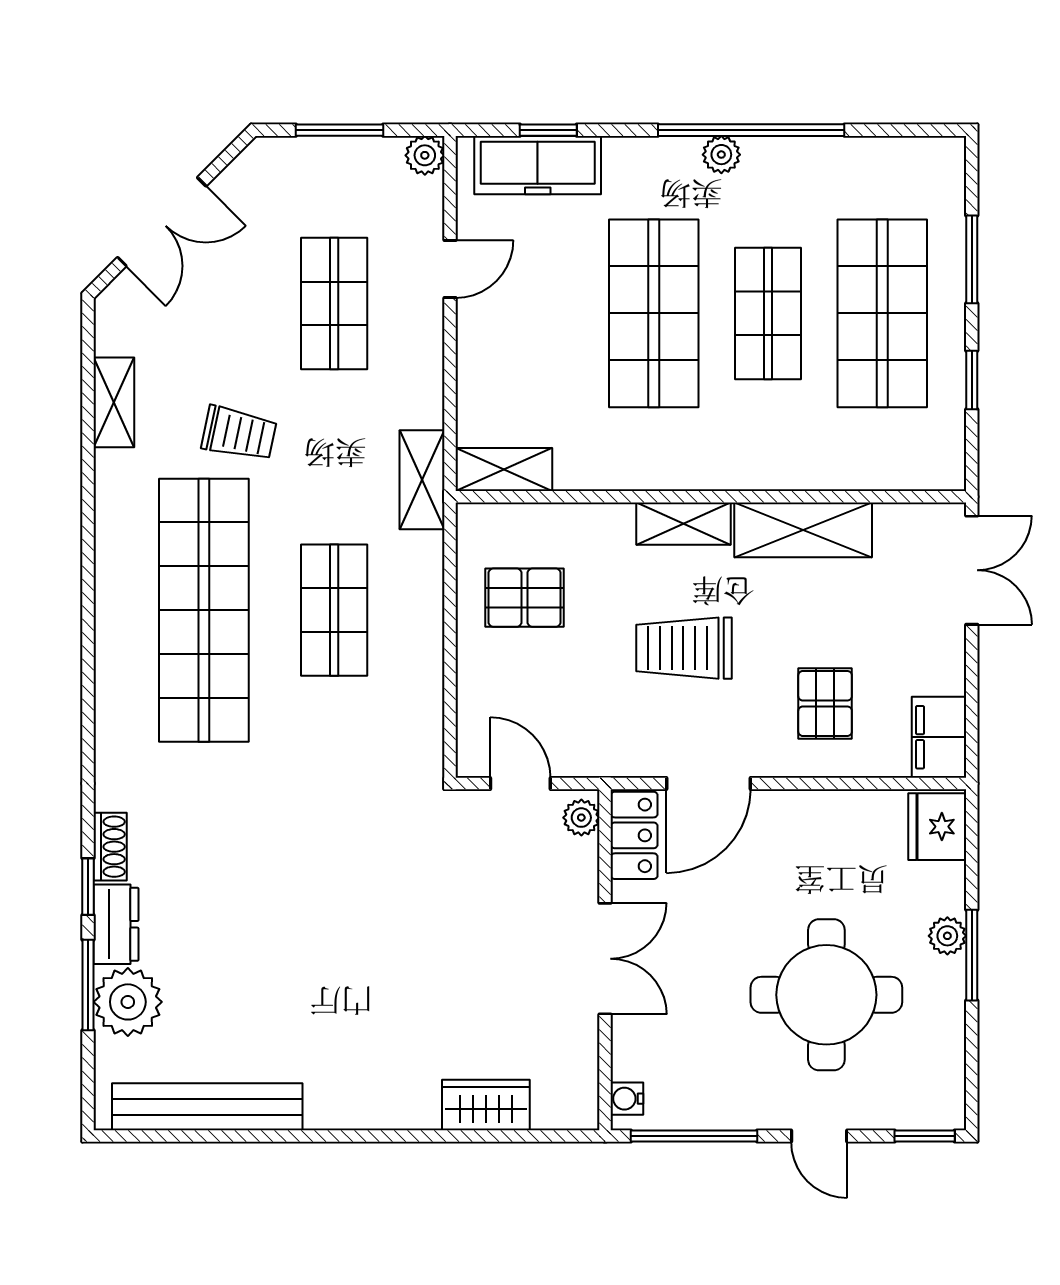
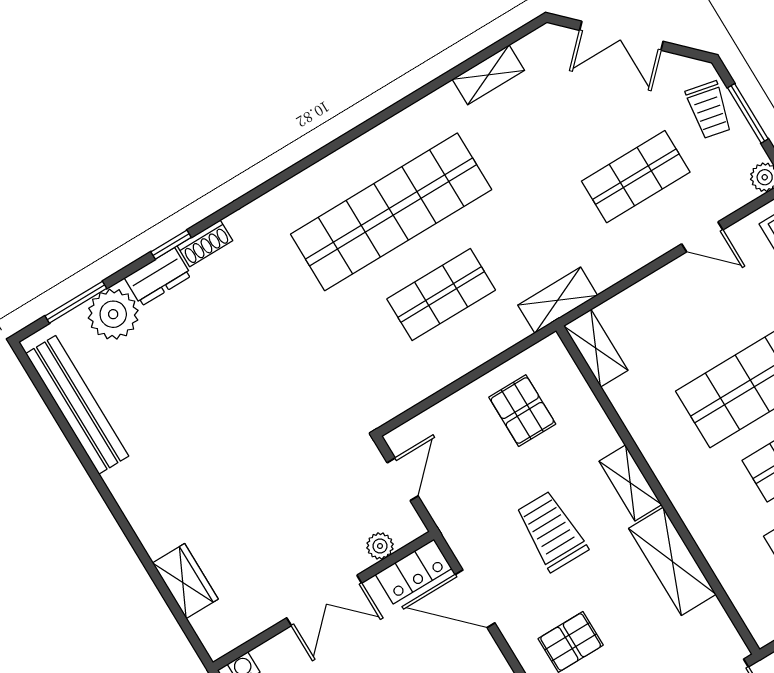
trolley: (239, 433) -> (709, 110), moved
plant: (581, 818) -> (380, 546), moved
window: (88, 985) -> (76, 302), moved

